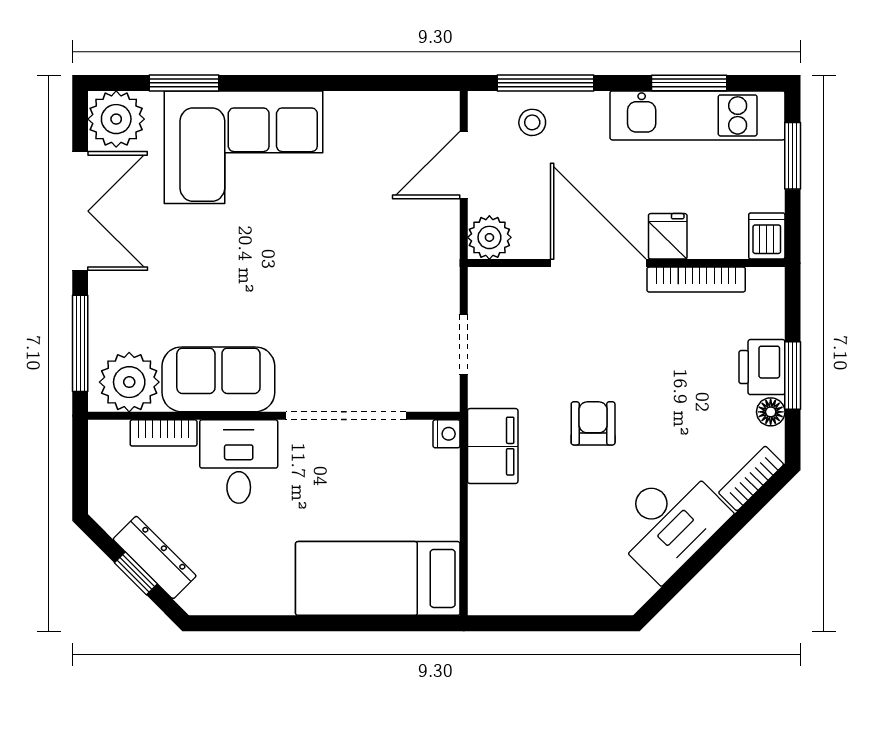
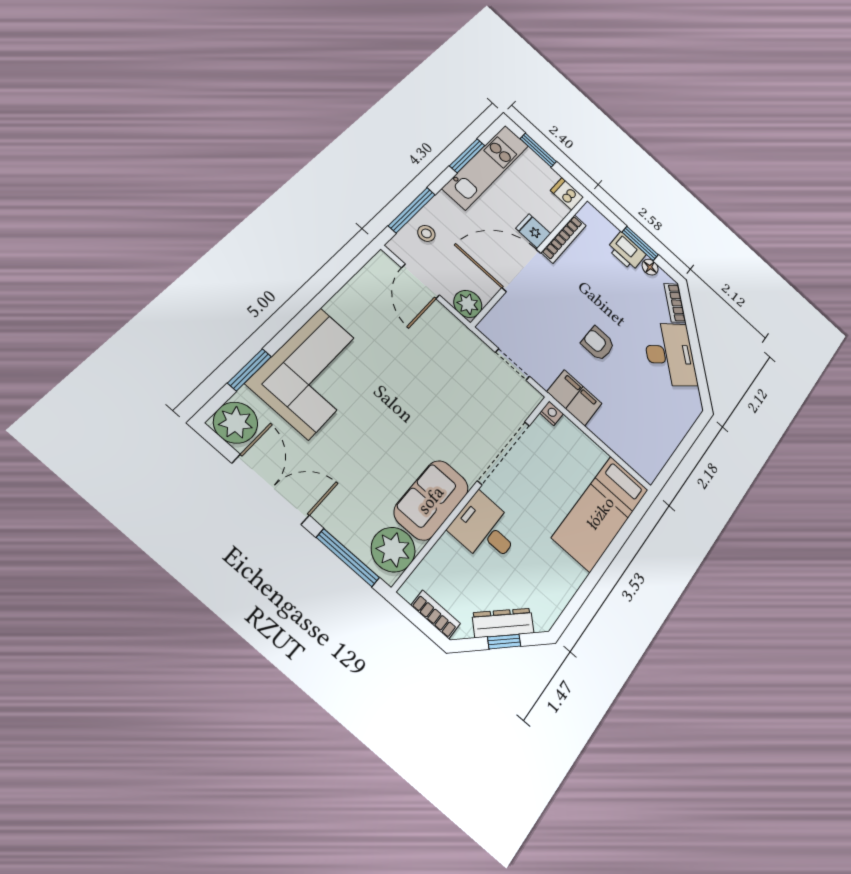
bookcase: (164, 433) -> (436, 614), moved, turned -90

